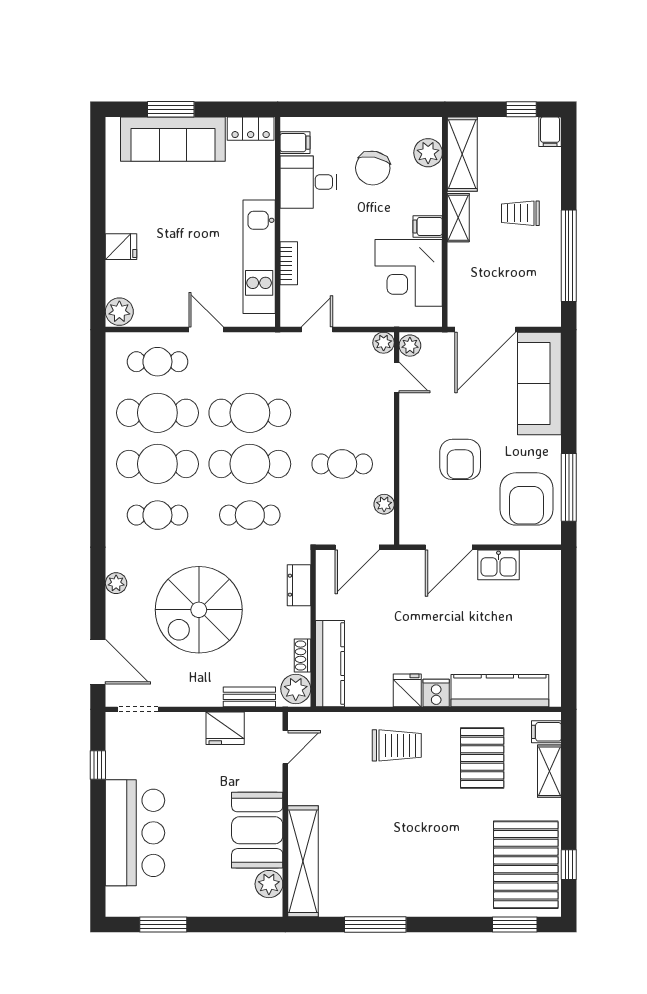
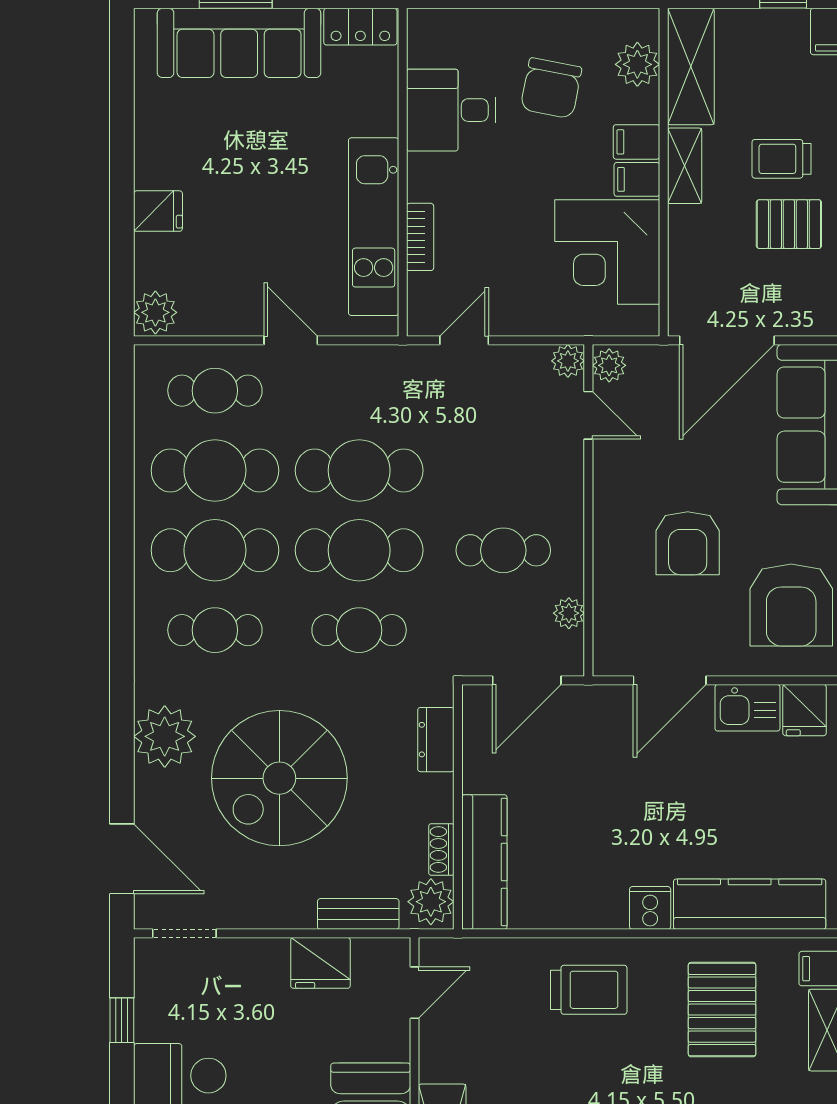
filing cabinet: (295, 143) -> (636, 142), moved, turned 180
pallet: (525, 255) -> (789, 224), added
plant: (116, 583) -> (165, 736), width x1.88, depth x1.88
fridge: (407, 690) -> (805, 710), moved, turned 180

